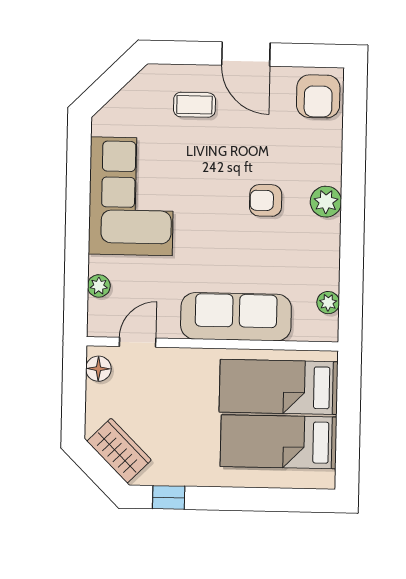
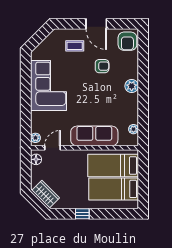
armchair: (266, 200) -> (102, 66), moved, turned 180
plant: (99, 286) -> (35, 138), moved
window: (169, 497) -> (82, 214), moved

